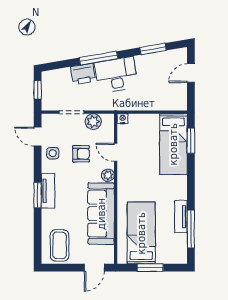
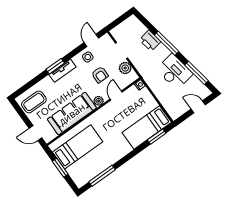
window: (153, 49) -> (196, 73), width x1.44
desk: (116, 75) -> (174, 72), moved
window: (38, 90) -> (120, 20), removed
tv unit: (181, 217) -> (105, 164), removed

